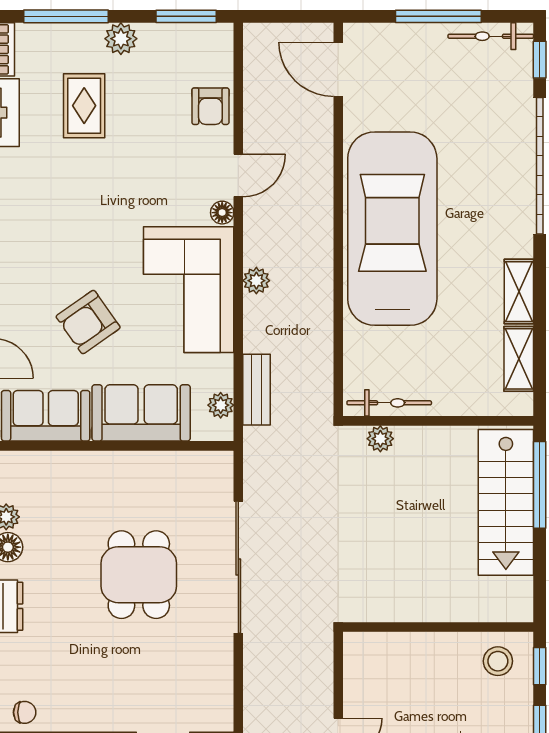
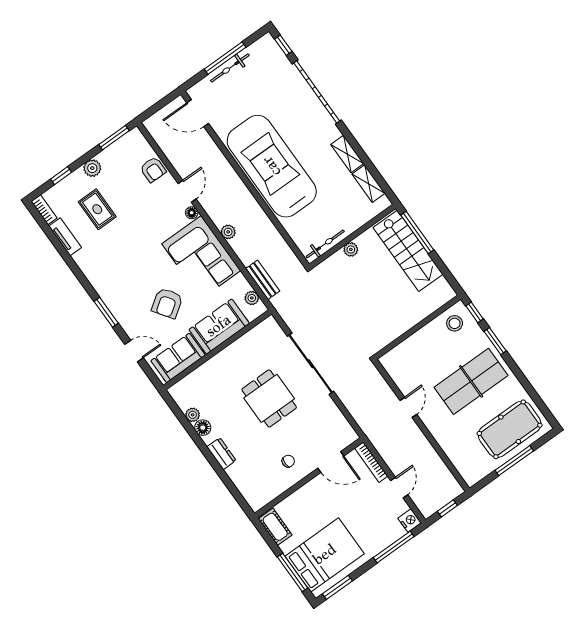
window: (66, 16) -> (61, 176), width x0.46
bicycle: (491, 36) -> (230, 68), moved
plant: (380, 439) -> (351, 249), moved
chair: (25, 712) -> (288, 461), moved

